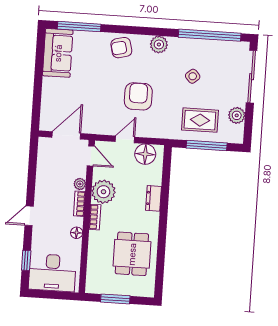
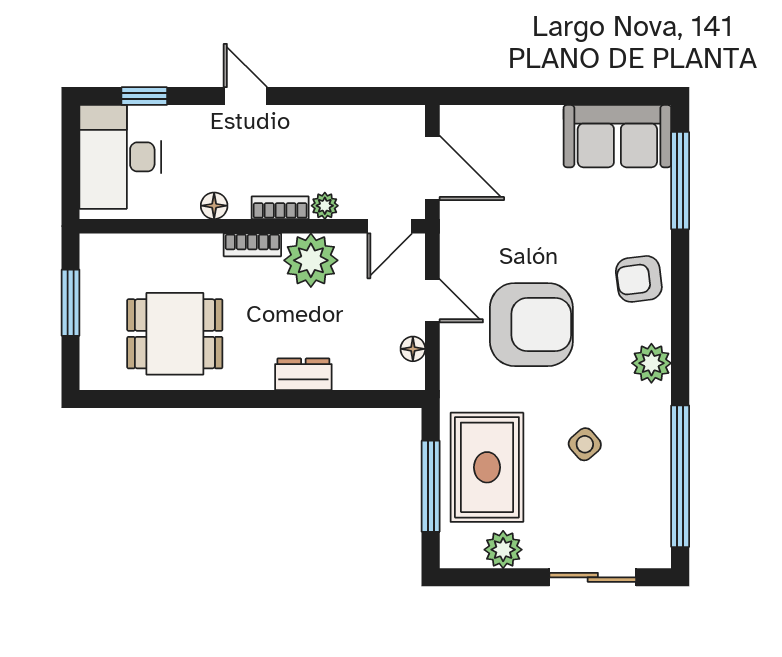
armchair: (121, 48) -> (639, 279), turned -83
sliding door: (252, 77) -> (593, 577), width x0.73
armchair: (138, 96) -> (531, 325), width x1.36, depth x1.36
rug: (200, 120) -> (487, 467), width x1.36, depth x1.43
floor lamp: (145, 154) -> (413, 349), width x0.53, depth x0.53

